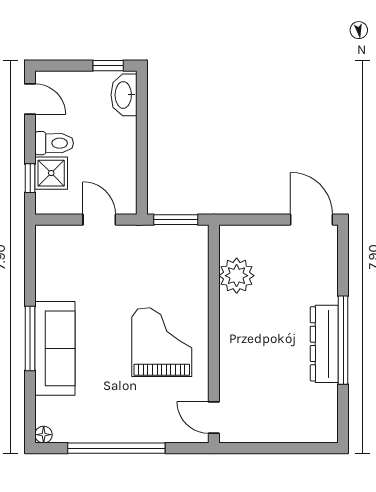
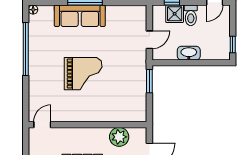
washbasin: (124, 95) -> (189, 53), moved
plant: (237, 276) -> (119, 137), moved
wall: (214, 334) -> (88, 125), moved
door: (214, 418) -> (42, 125), moved

